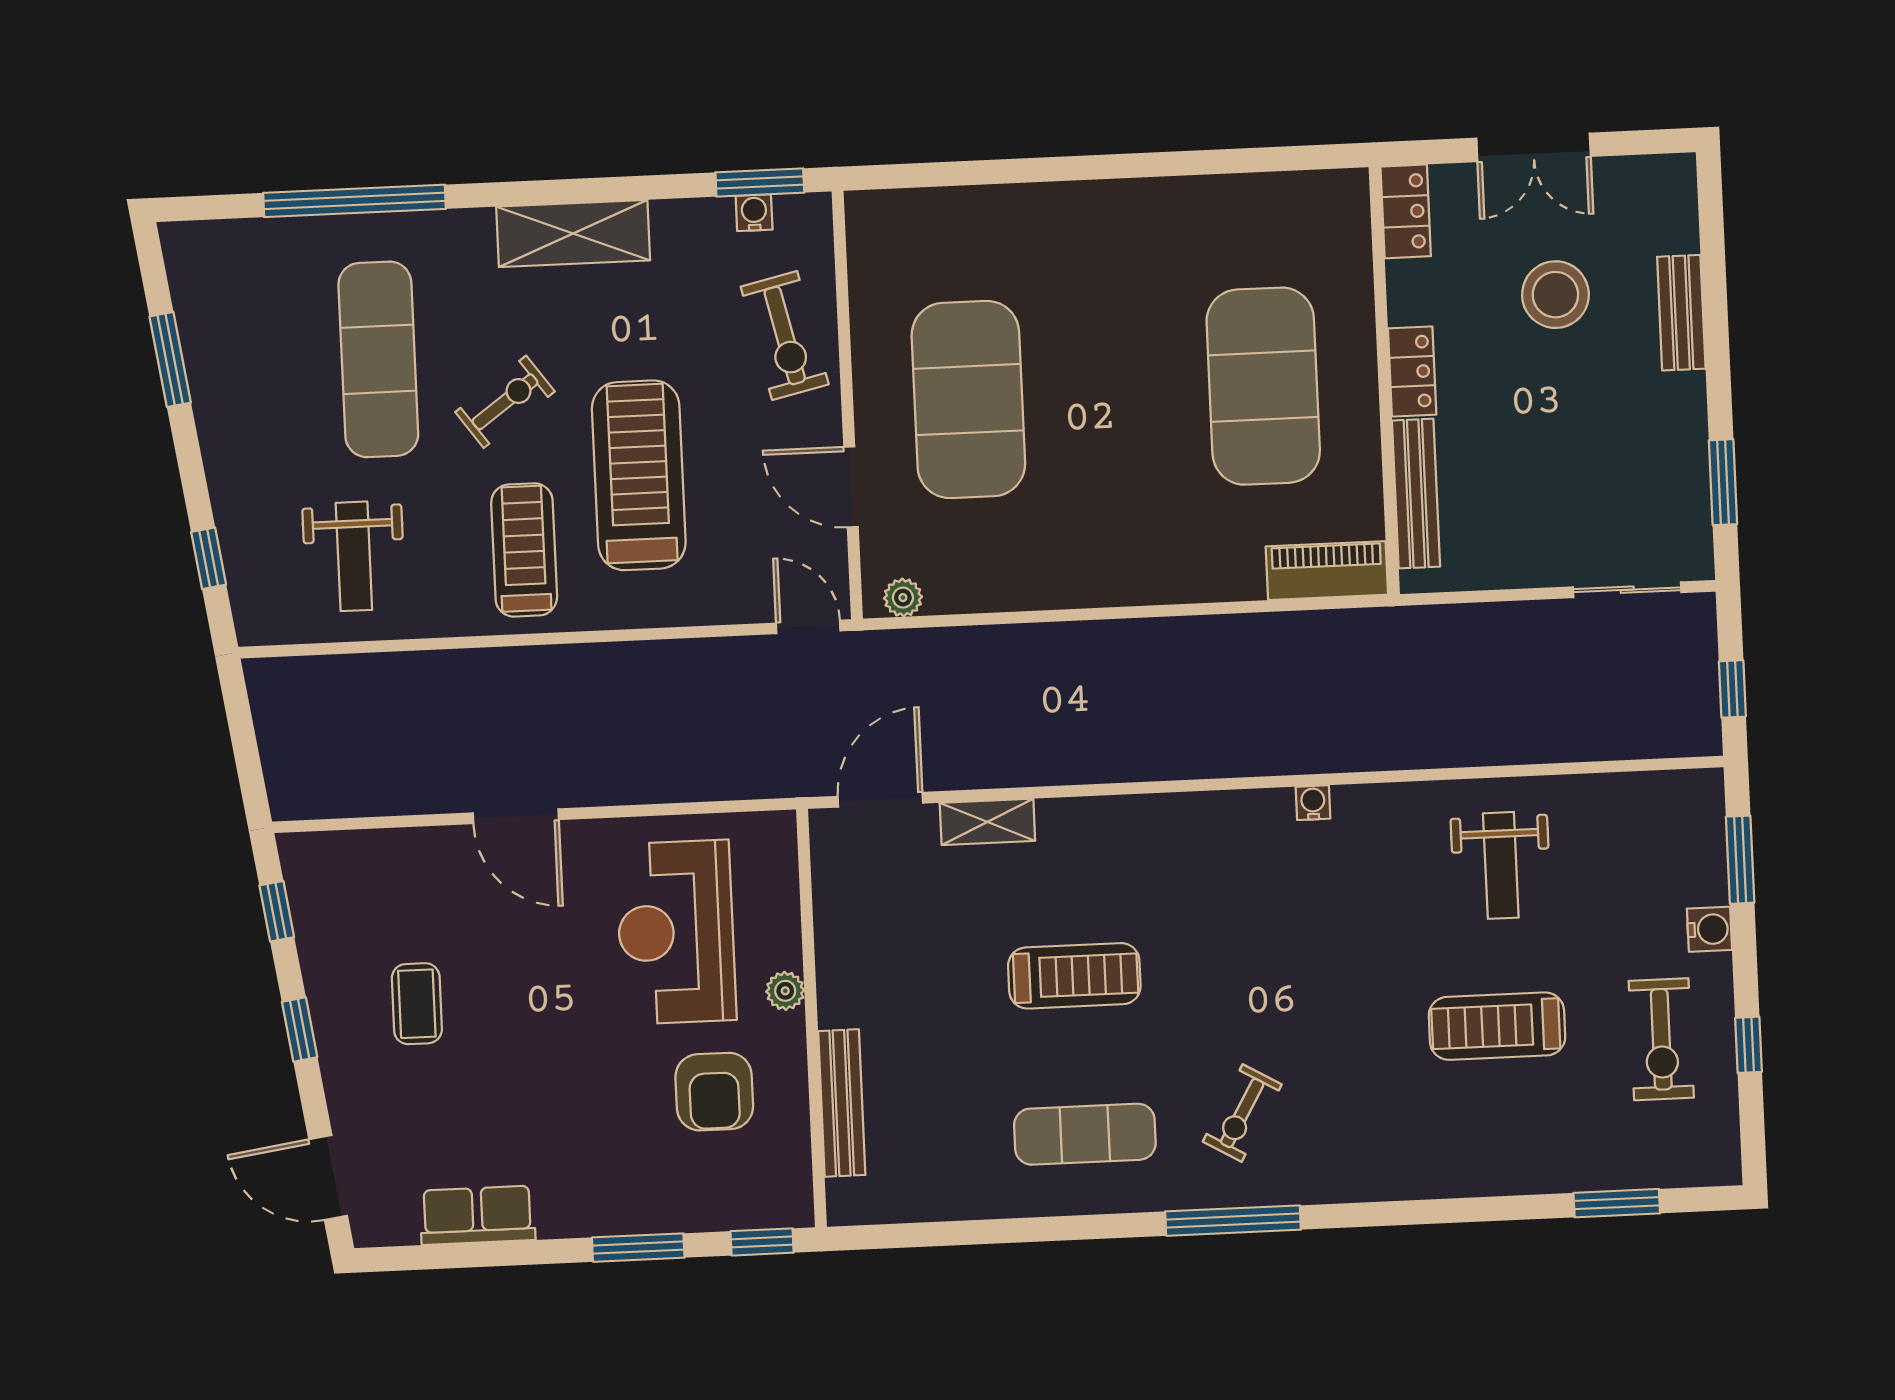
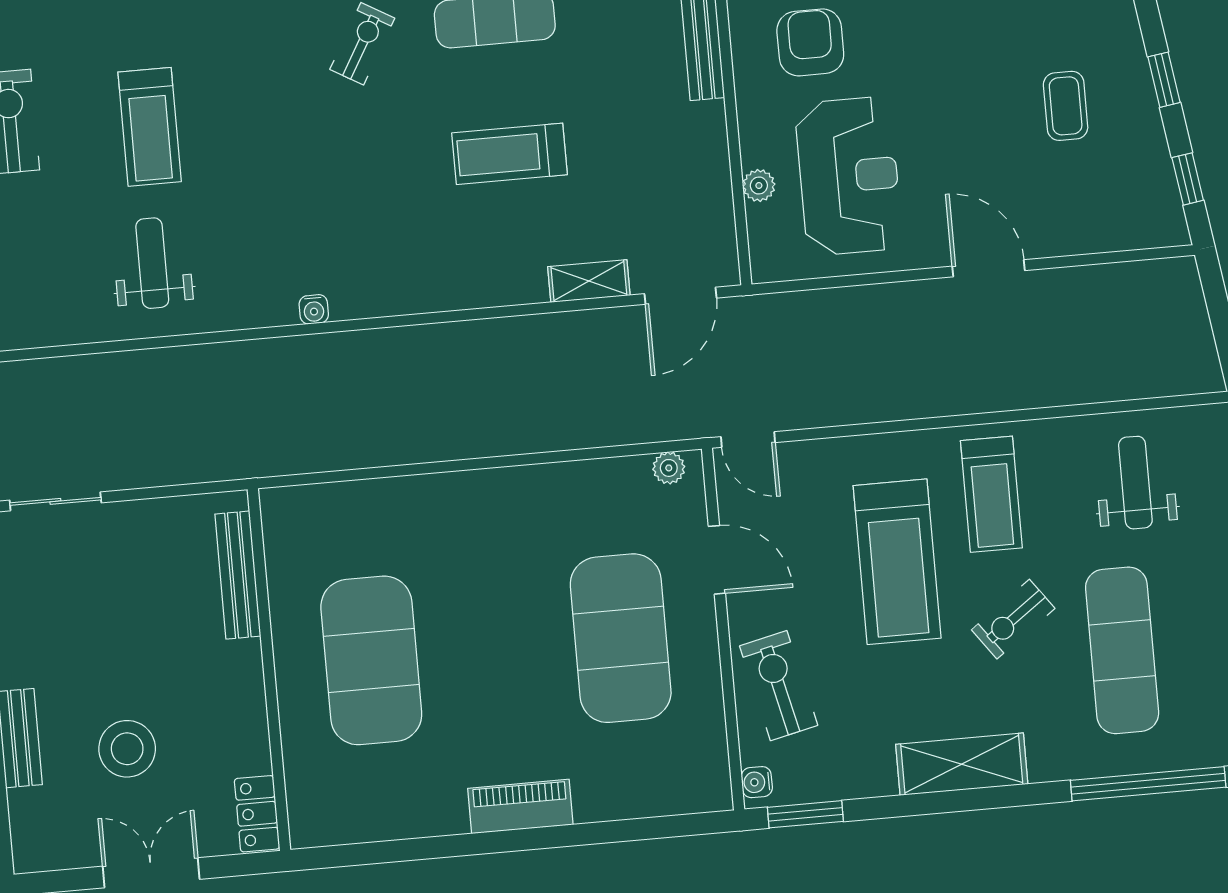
water cooler: (754, 213) -> (757, 782), moved, turned 90
locker: (1412, 372) -> (246, 678), removed
piano: (1327, 571) -> (520, 806), moved, turned 180
plant: (785, 991) -> (759, 185), moved
treadmill: (1497, 1026) -> (150, 127), turned 90

